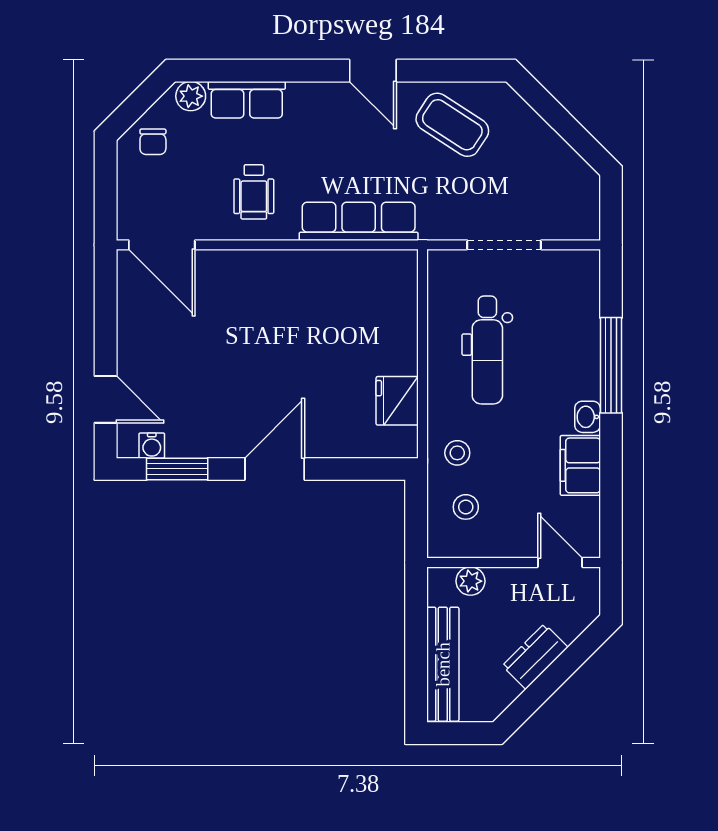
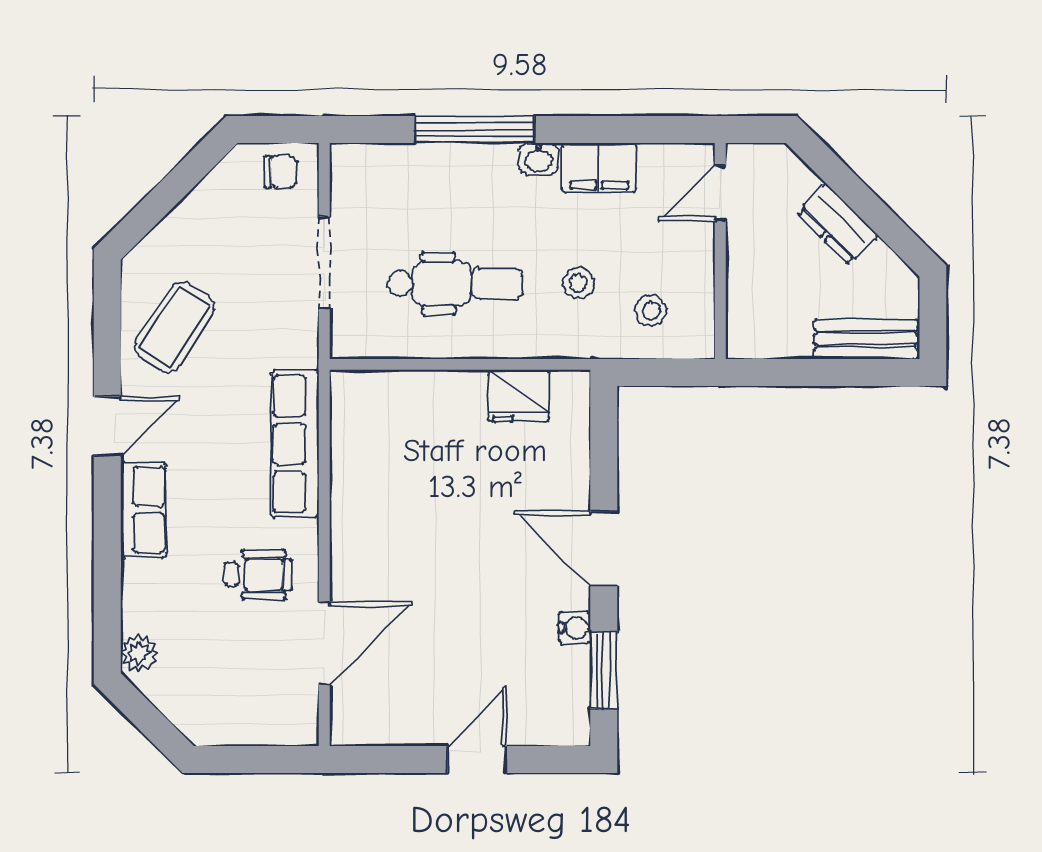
row of seats: (247, 100) -> (143, 510), moved
chair: (153, 142) -> (281, 172), moved
door: (162, 245) -> (324, 643), moved
door: (106, 399) -> (477, 759), moved
water cooler: (152, 446) -> (574, 627), moved
stool: (457, 453) -> (578, 283), moved
plant: (470, 581) -> (743, 305), removed
bench: (443, 664) -> (866, 339), width x0.73

